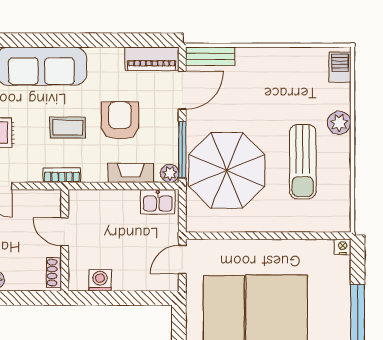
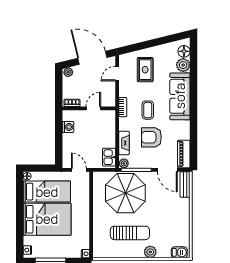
armchair: (120, 121) -> (151, 137), turned 180
sun lounger: (303, 162) -> (130, 233), turned 180

